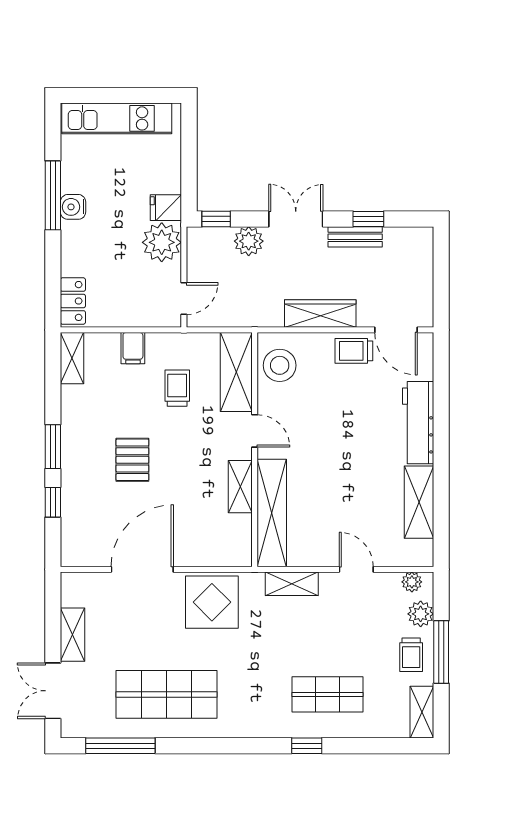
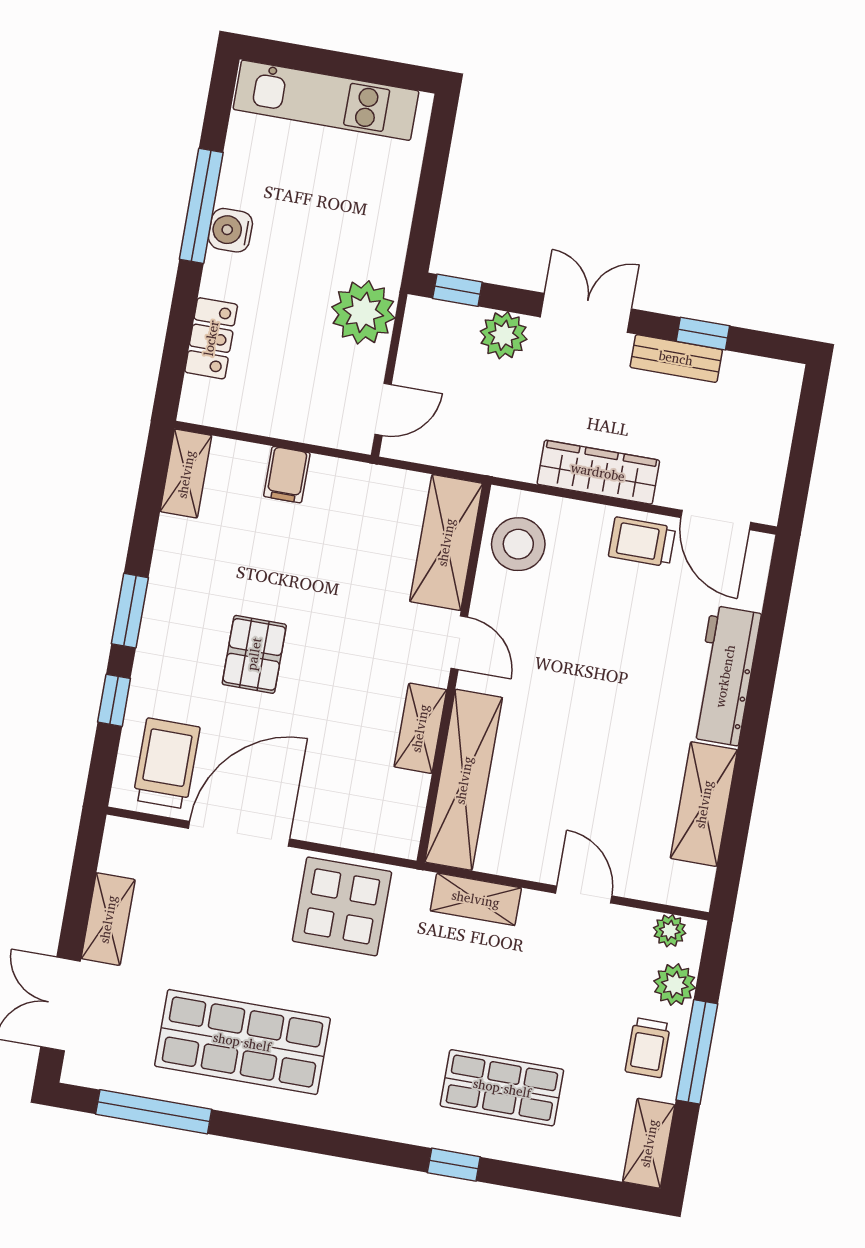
fridge: (166, 208) -> (380, 258), removed
locker: (73, 301) -> (211, 338), moved
trolley: (177, 388) -> (166, 763), moved, width x1.36, depth x1.39

